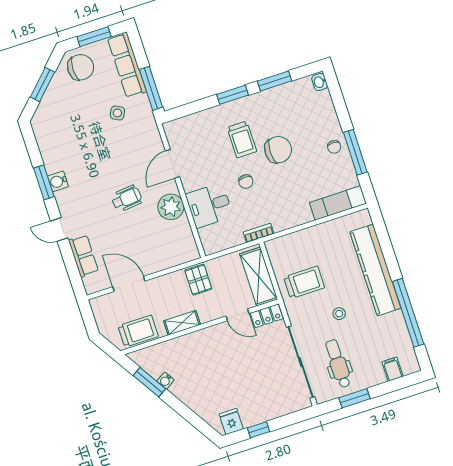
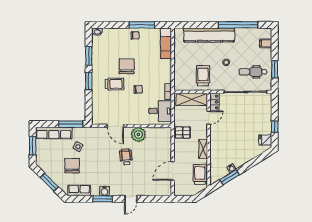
chair: (81, 67) -> (72, 166), moved
desk: (209, 205) -> (160, 111), moved, turned -90
row of seats: (84, 256) -> (79, 190), moved

